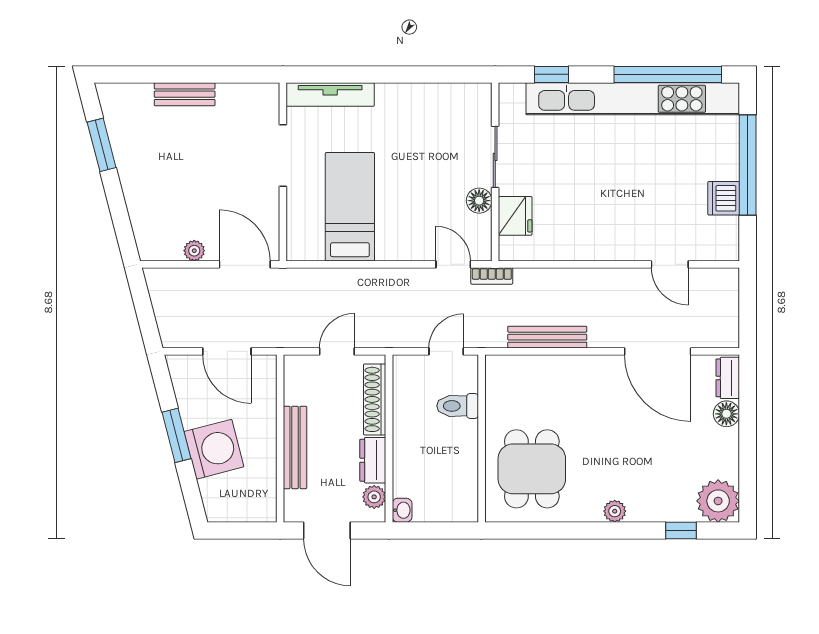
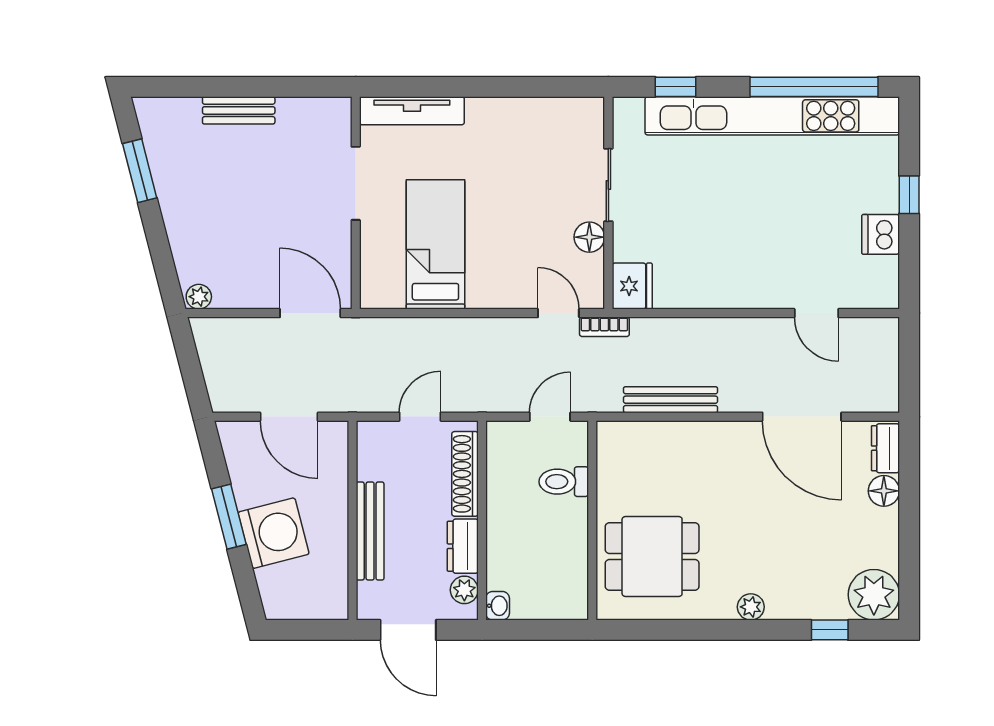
window: (748, 165) -> (909, 195), width x0.32
fridge: (515, 216) -> (632, 286), moved
plant: (194, 251) -> (199, 297), moved
dining table: (532, 469) -> (652, 556), turned 90

